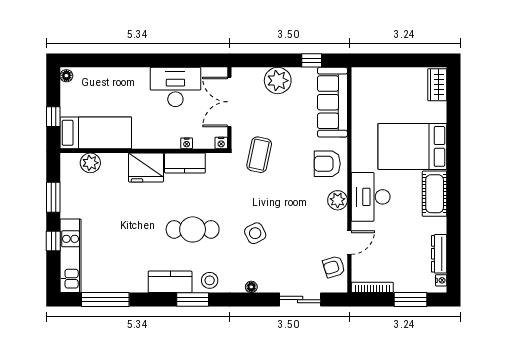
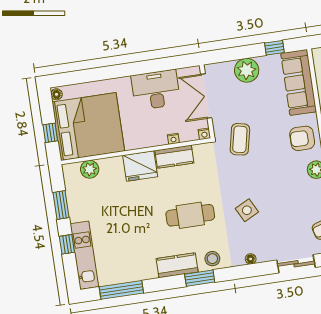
bed: (96, 133) -> (88, 127), width x2.04

